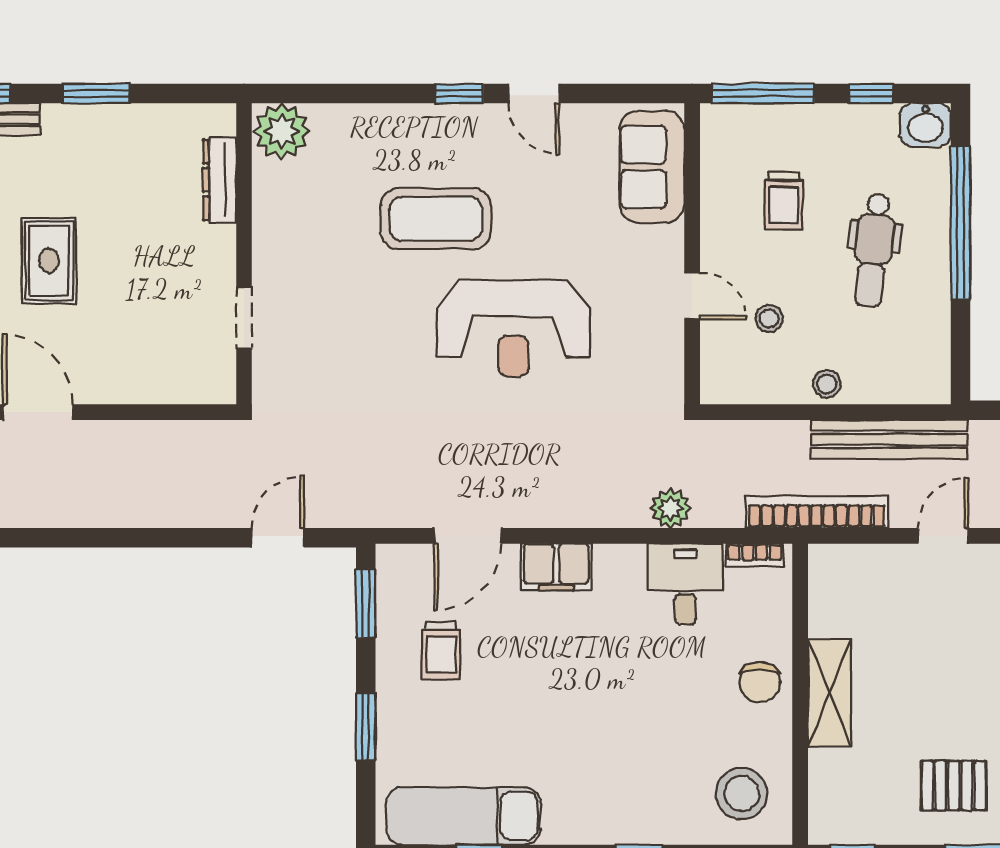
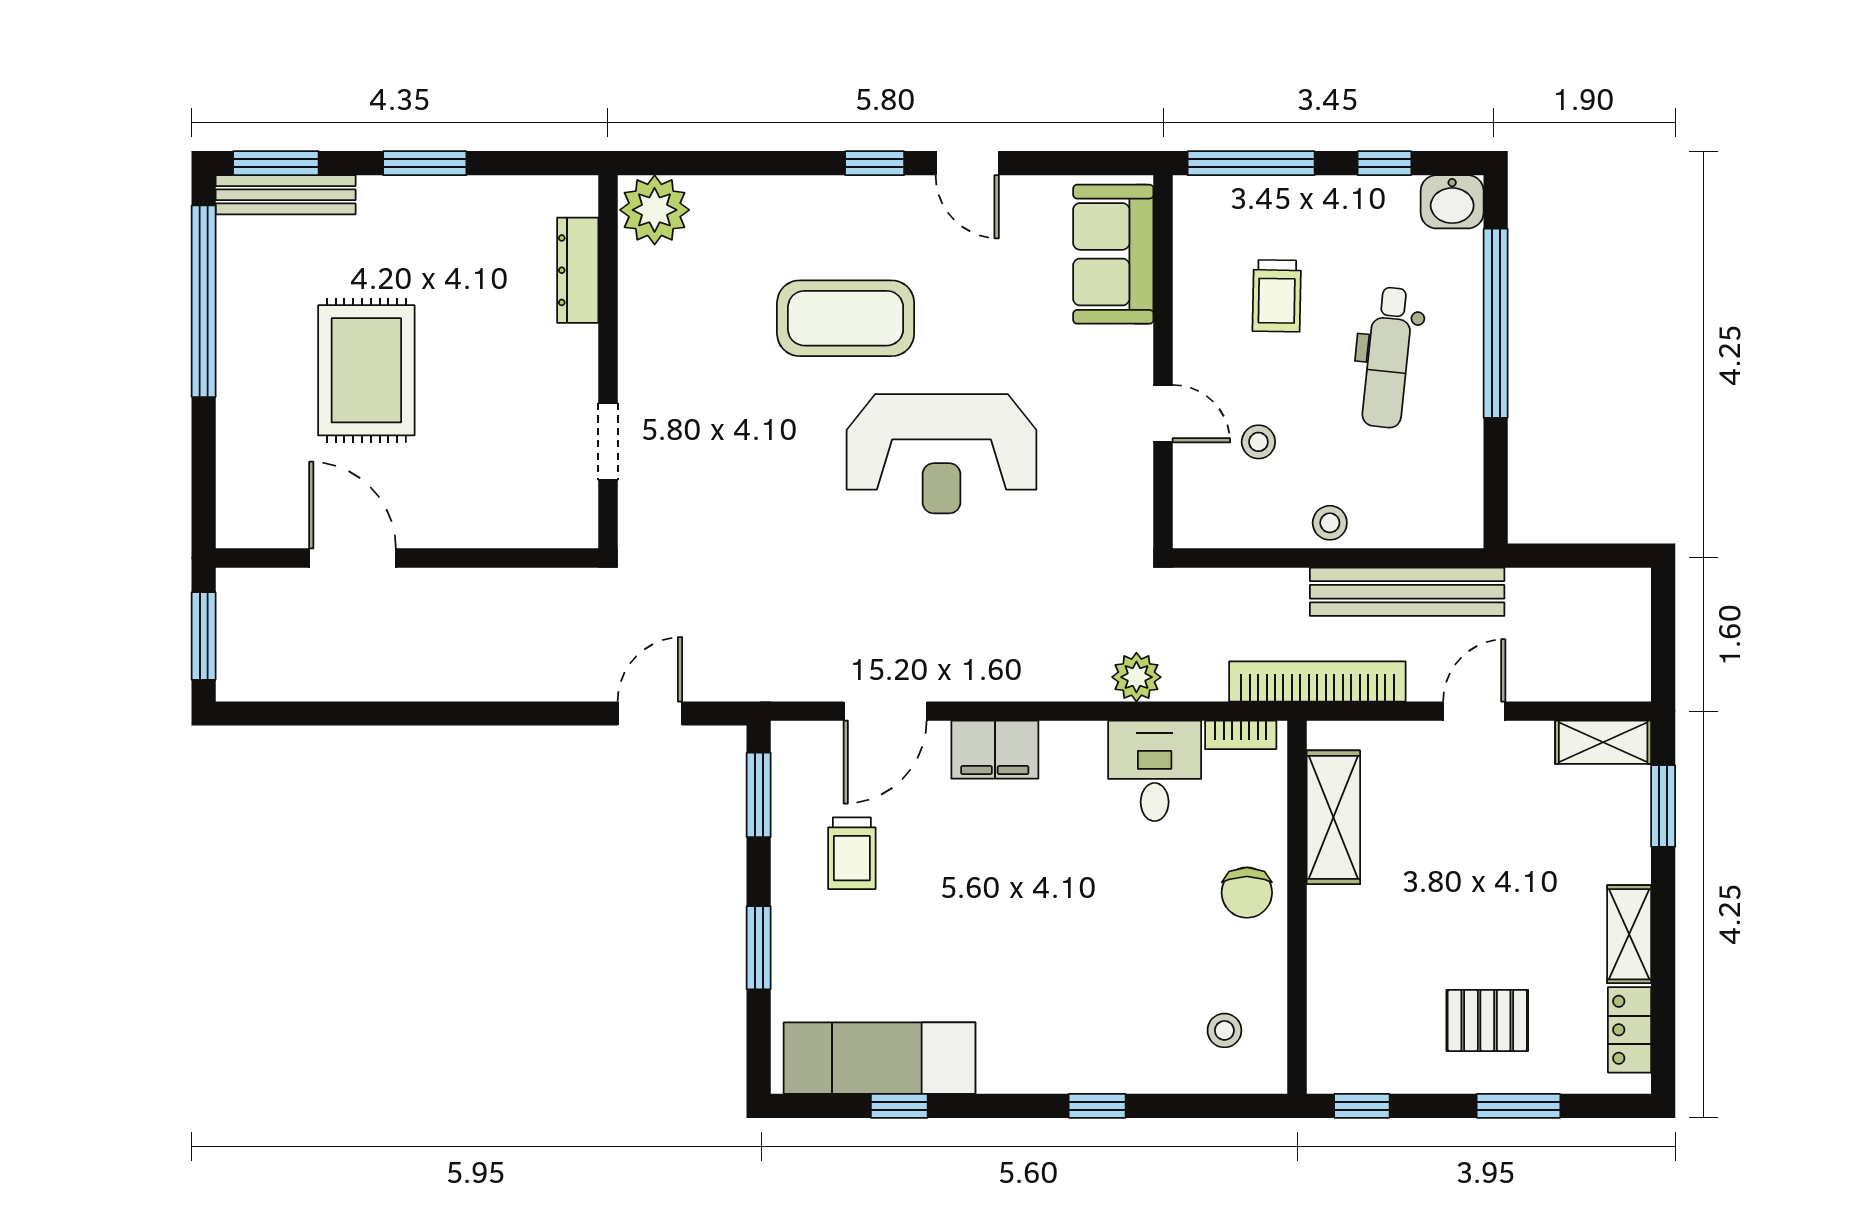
rug: (49, 261) -> (366, 370), width x1.36, depth x1.43
shelving: (830, 693) -> (1333, 817), moved
stool: (742, 794) -> (1224, 1030), width x0.53, depth x0.53

